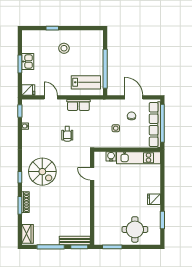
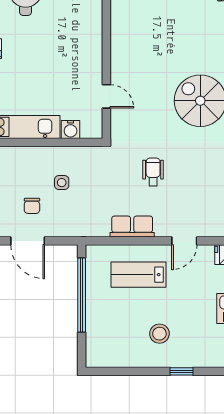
lab bench: (86, 82) -> (138, 275), moved
door: (51, 97) -> (184, 241), hinge flipped

